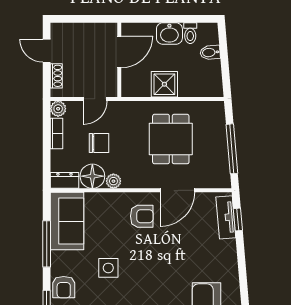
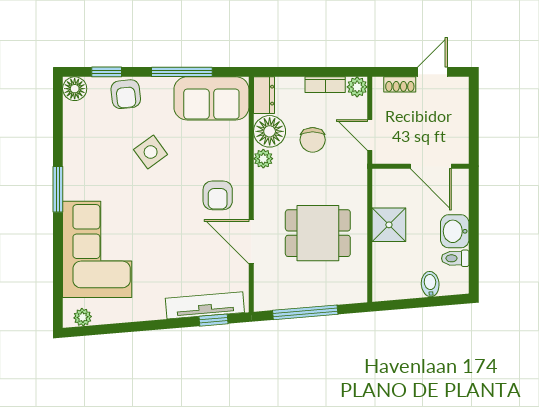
tv unit: (226, 217) -> (205, 305), width x1.41
side table: (108, 268) -> (151, 152), turned -36
armchair: (64, 287) -> (126, 94), turned -96

